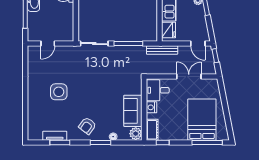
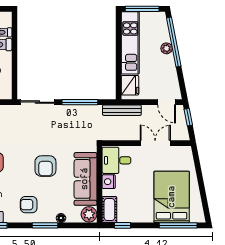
armchair: (101, 95) -> (45, 166), added
sofa: (133, 111) -> (85, 179), width x1.36
armchair: (87, 126) -> (29, 205), turned 53

